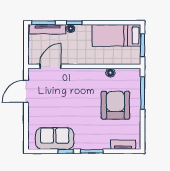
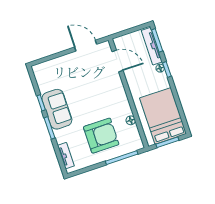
bed: (116, 35) -> (163, 116), width x1.50
sofa: (55, 138) -> (57, 109), moved

